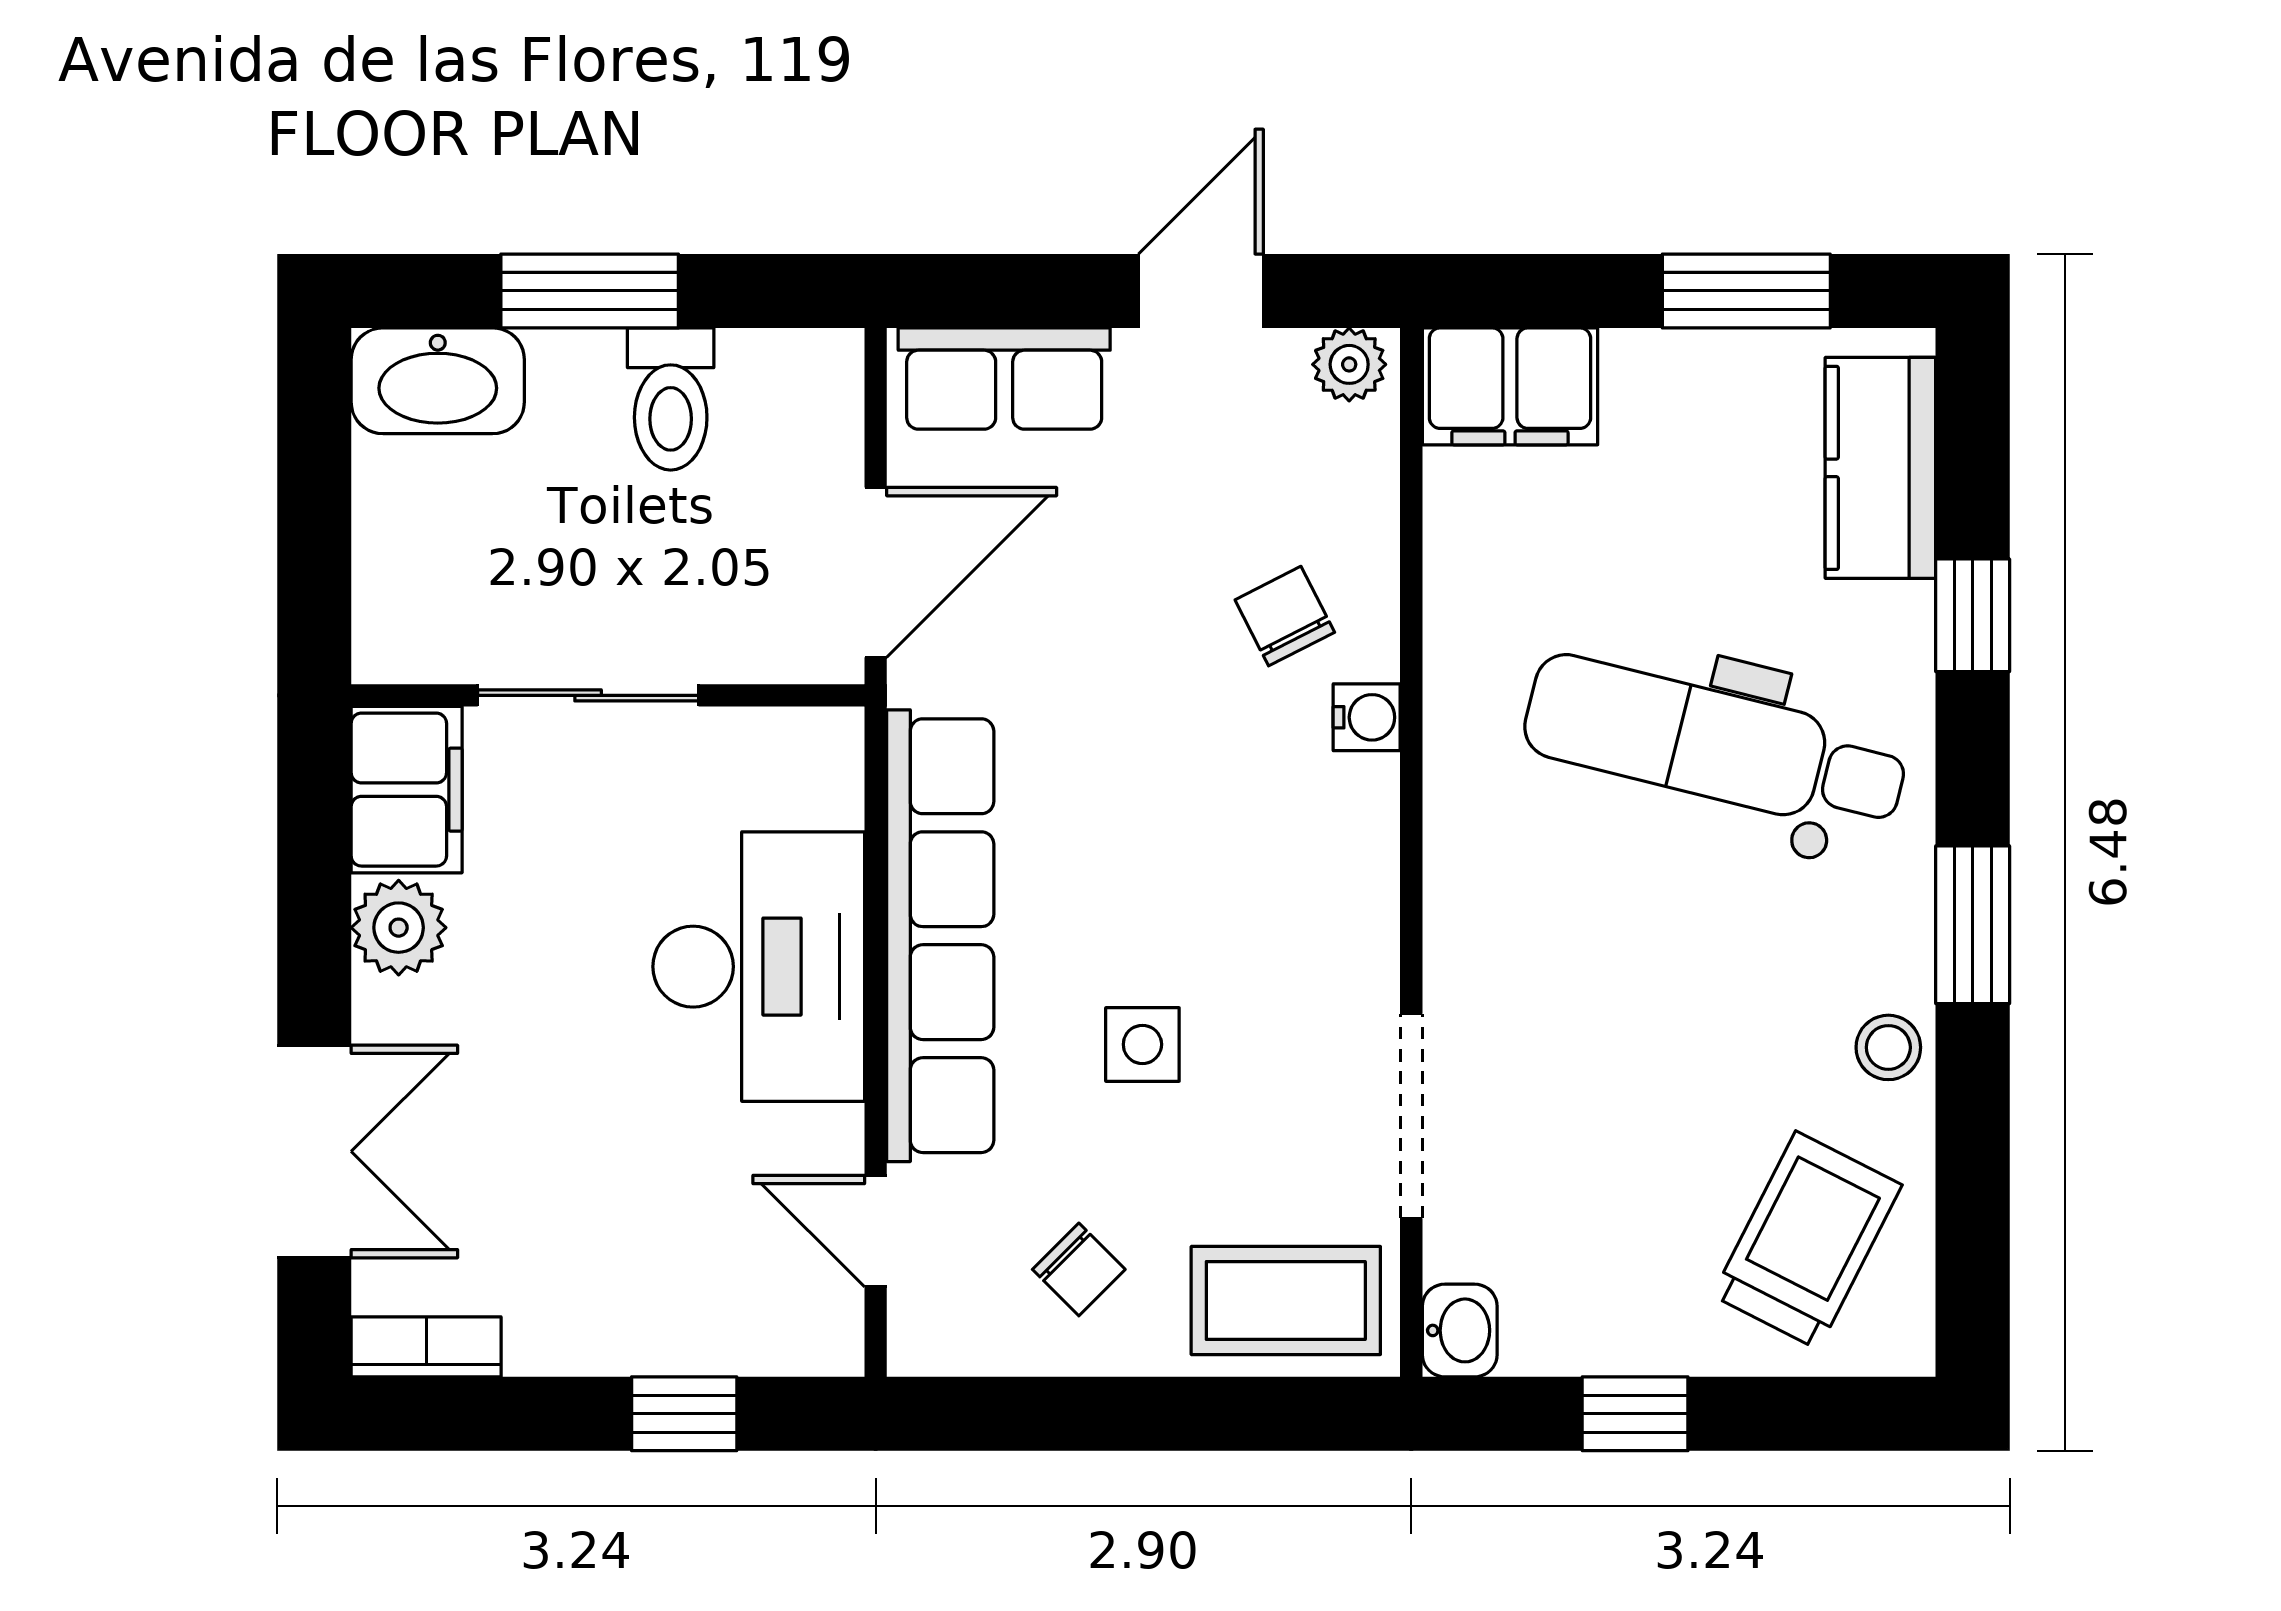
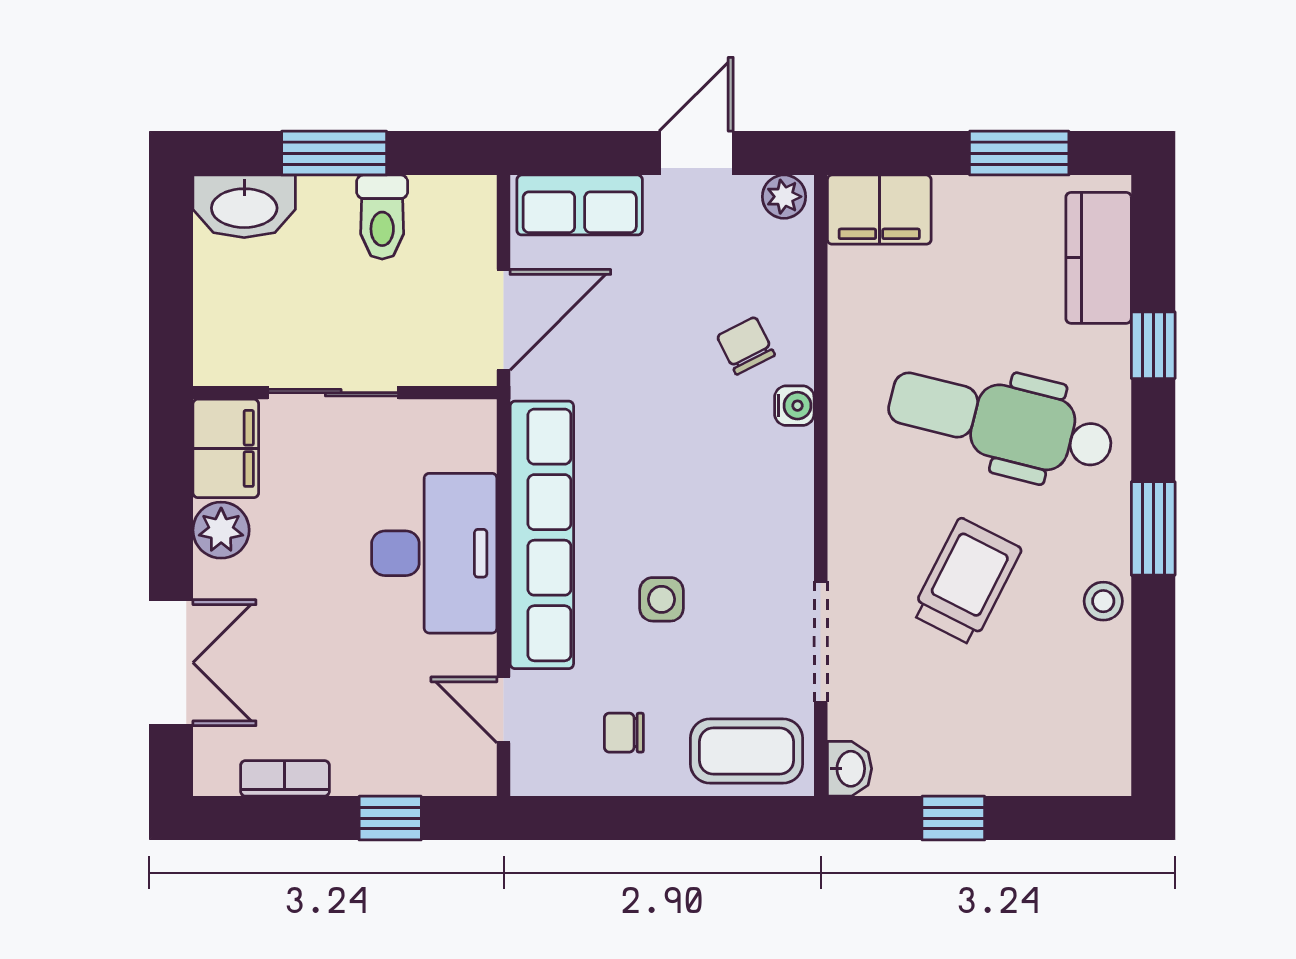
trolley: (1807, 1240) -> (966, 581), moved
chair: (1079, 1269) -> (624, 733), turned 135
bookcase: (426, 1347) -> (285, 778), moved

